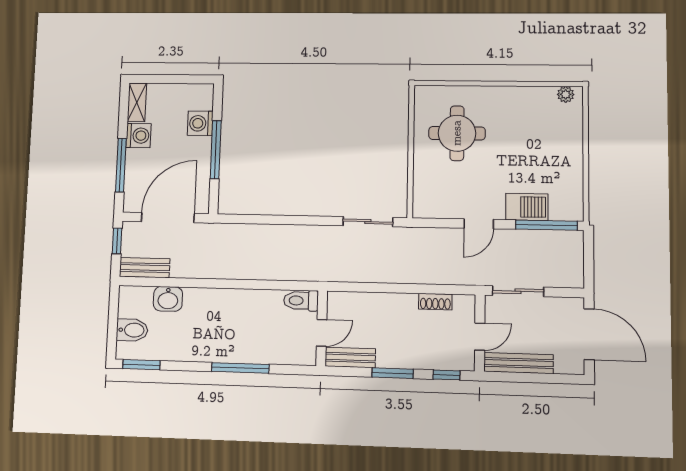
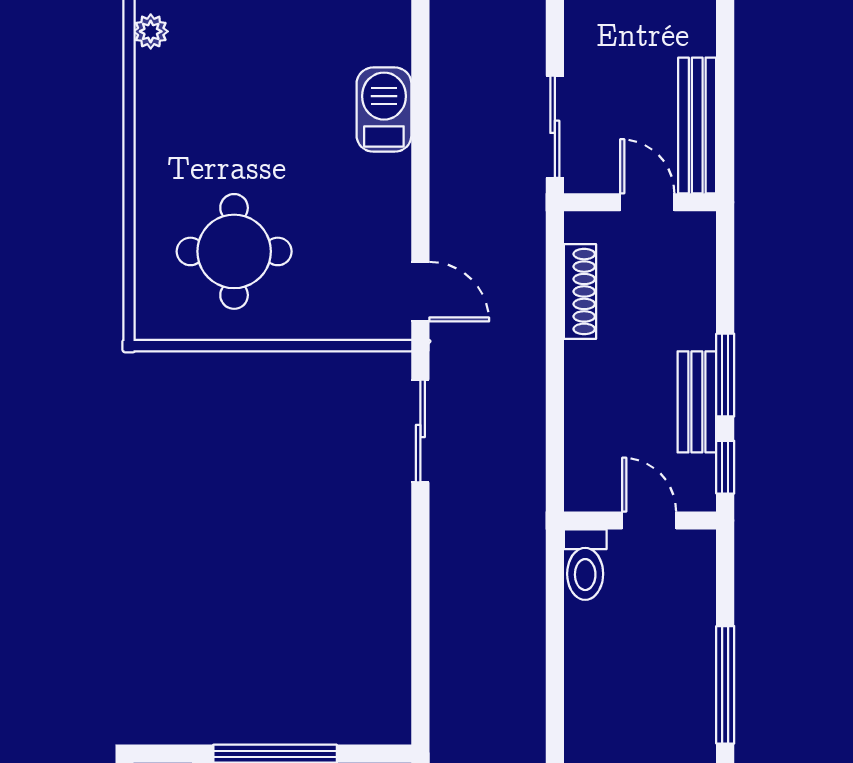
door: (479, 224) -> (420, 292), moved
window: (546, 225) -> (420, 70), removed
shoe rack: (435, 302) -> (580, 291), width x1.43
bench: (350, 357) -> (697, 402), moved
window: (446, 375) -> (725, 467), moved

